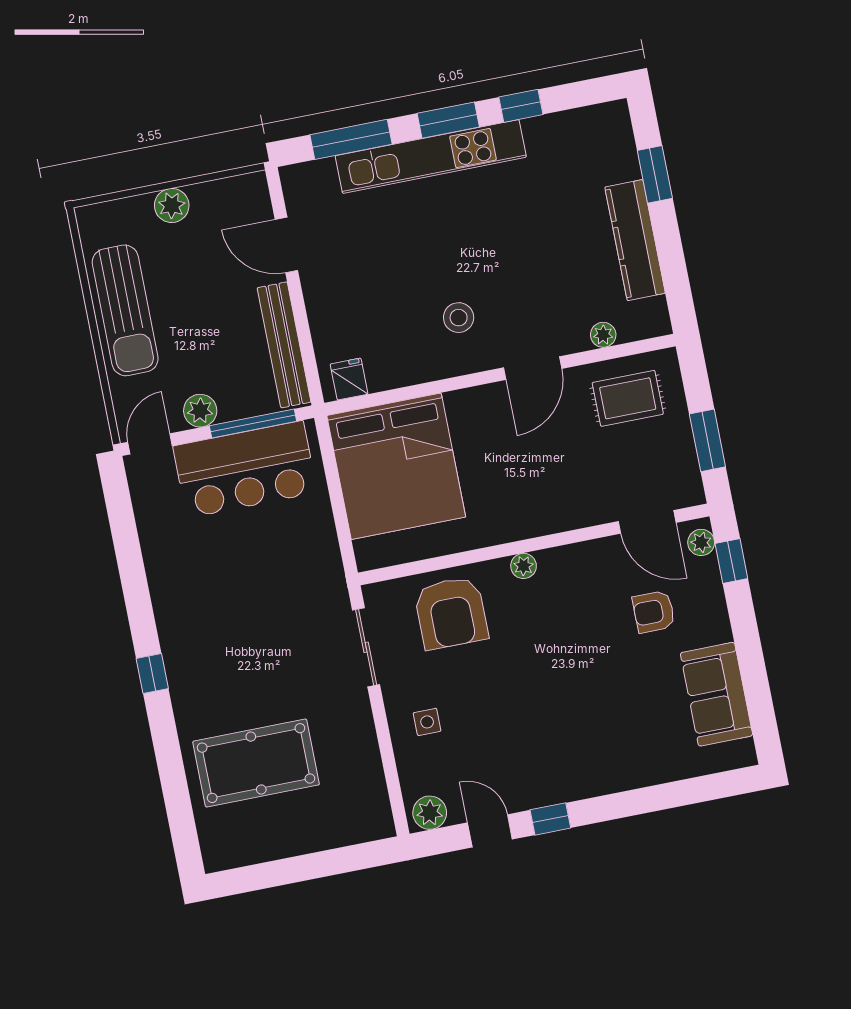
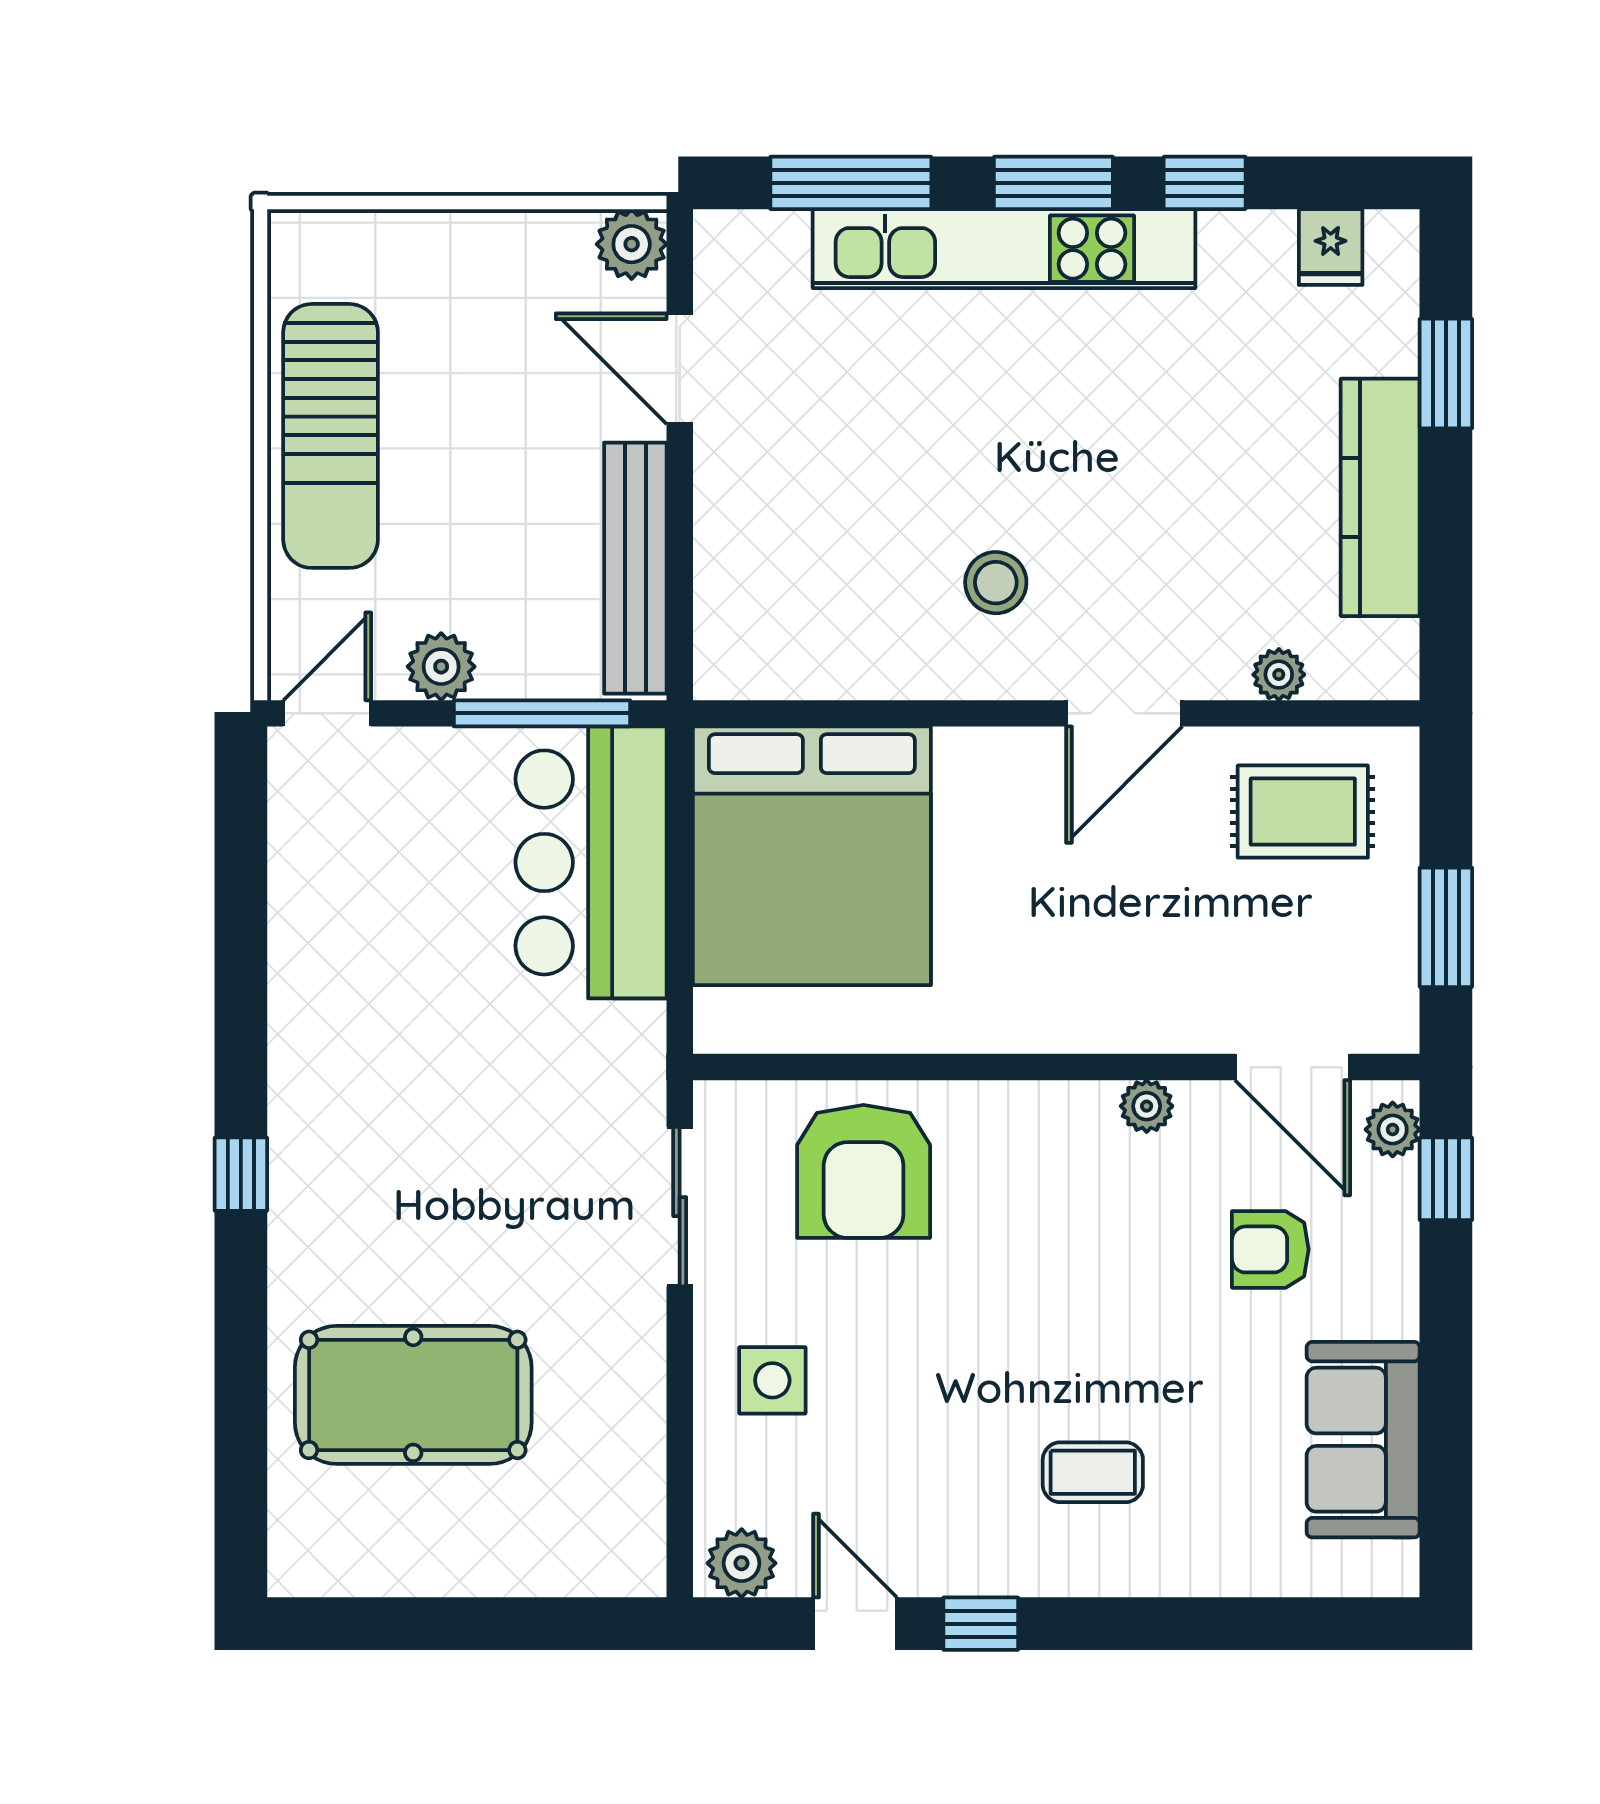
plant: (172, 205) -> (632, 244), moved
fridge: (349, 379) -> (1331, 247), moved, turned 180
bar counter: (245, 469) -> (591, 862), moved, turned 90
plant: (524, 566) -> (1147, 1106), moved
side table: (427, 722) -> (772, 1380), width x1.37, depth x1.37
coffee table: (590, 736) -> (1093, 1472), added

